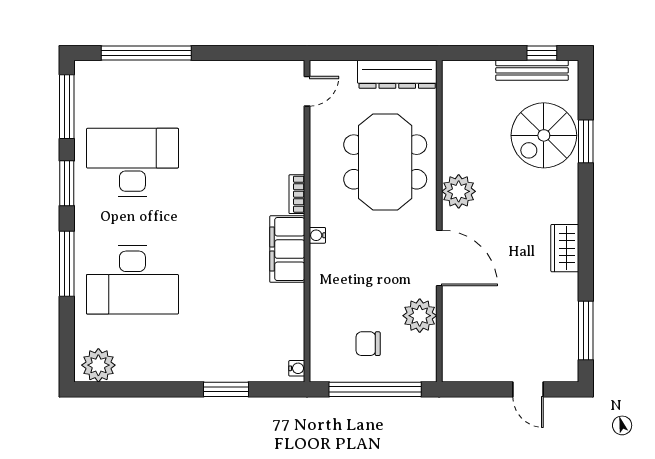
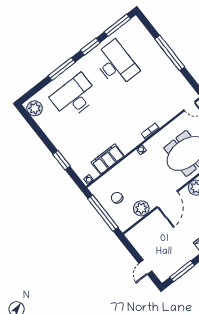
window: (146, 53) -> (170, 53), moved
filing cabinet: (287, 249) -> (108, 159), moved
desk: (132, 280) -> (74, 97), turned 90

